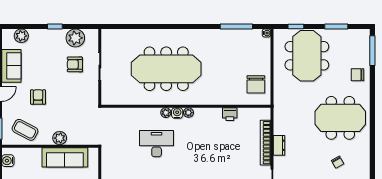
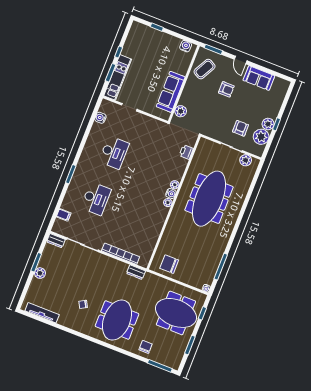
plant: (21, 36) -> (268, 124), moved
plant: (108, 45) -> (246, 160), added
printer: (230, 114) -> (186, 152), moved
plant: (60, 138) -> (181, 111), moved
desk: (157, 144) -> (153, 168), removed
dresser: (279, 145) -> (136, 272), moved

